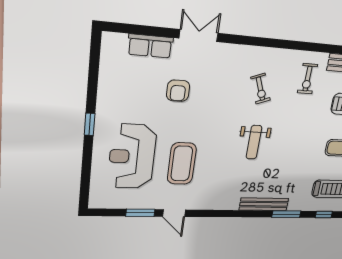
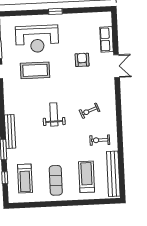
armchair: (178, 91) -> (82, 60), turned 90
weight bench: (254, 142) -> (54, 114), turned 90
reception desk: (132, 157) -> (37, 39), turned 180

